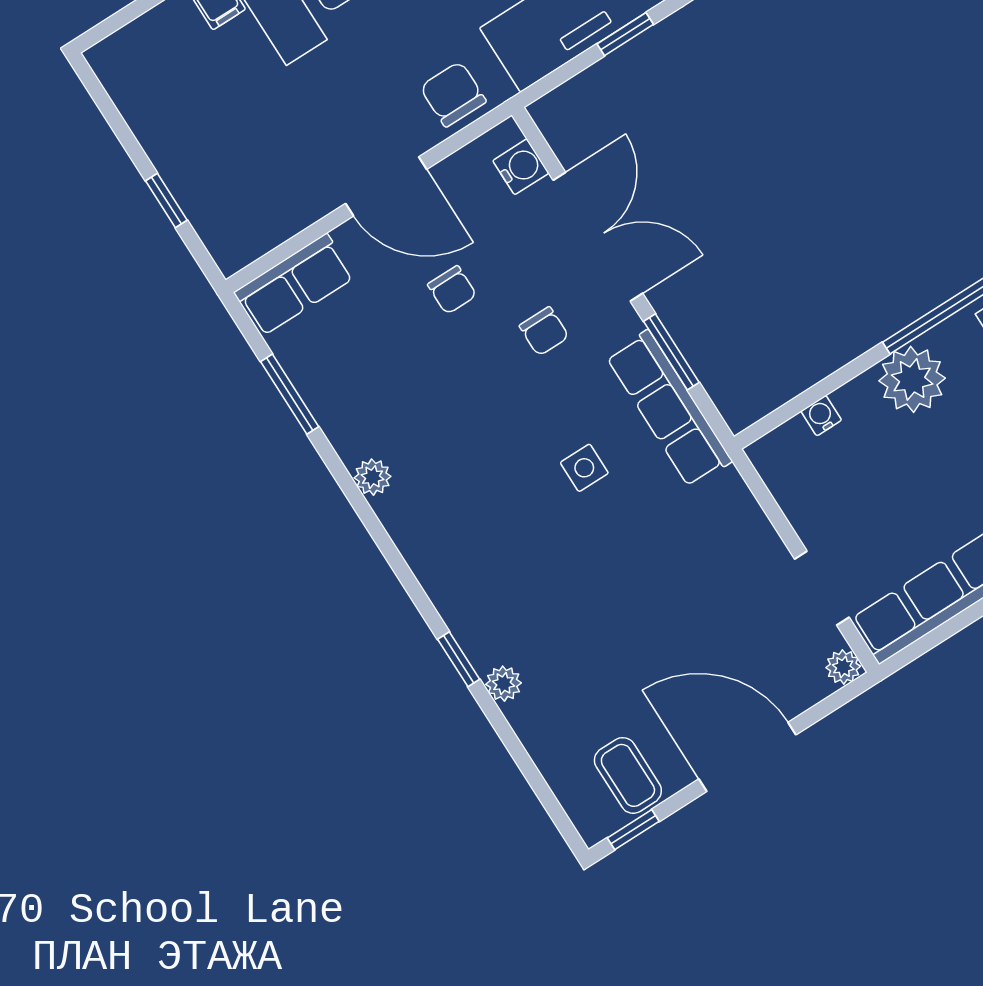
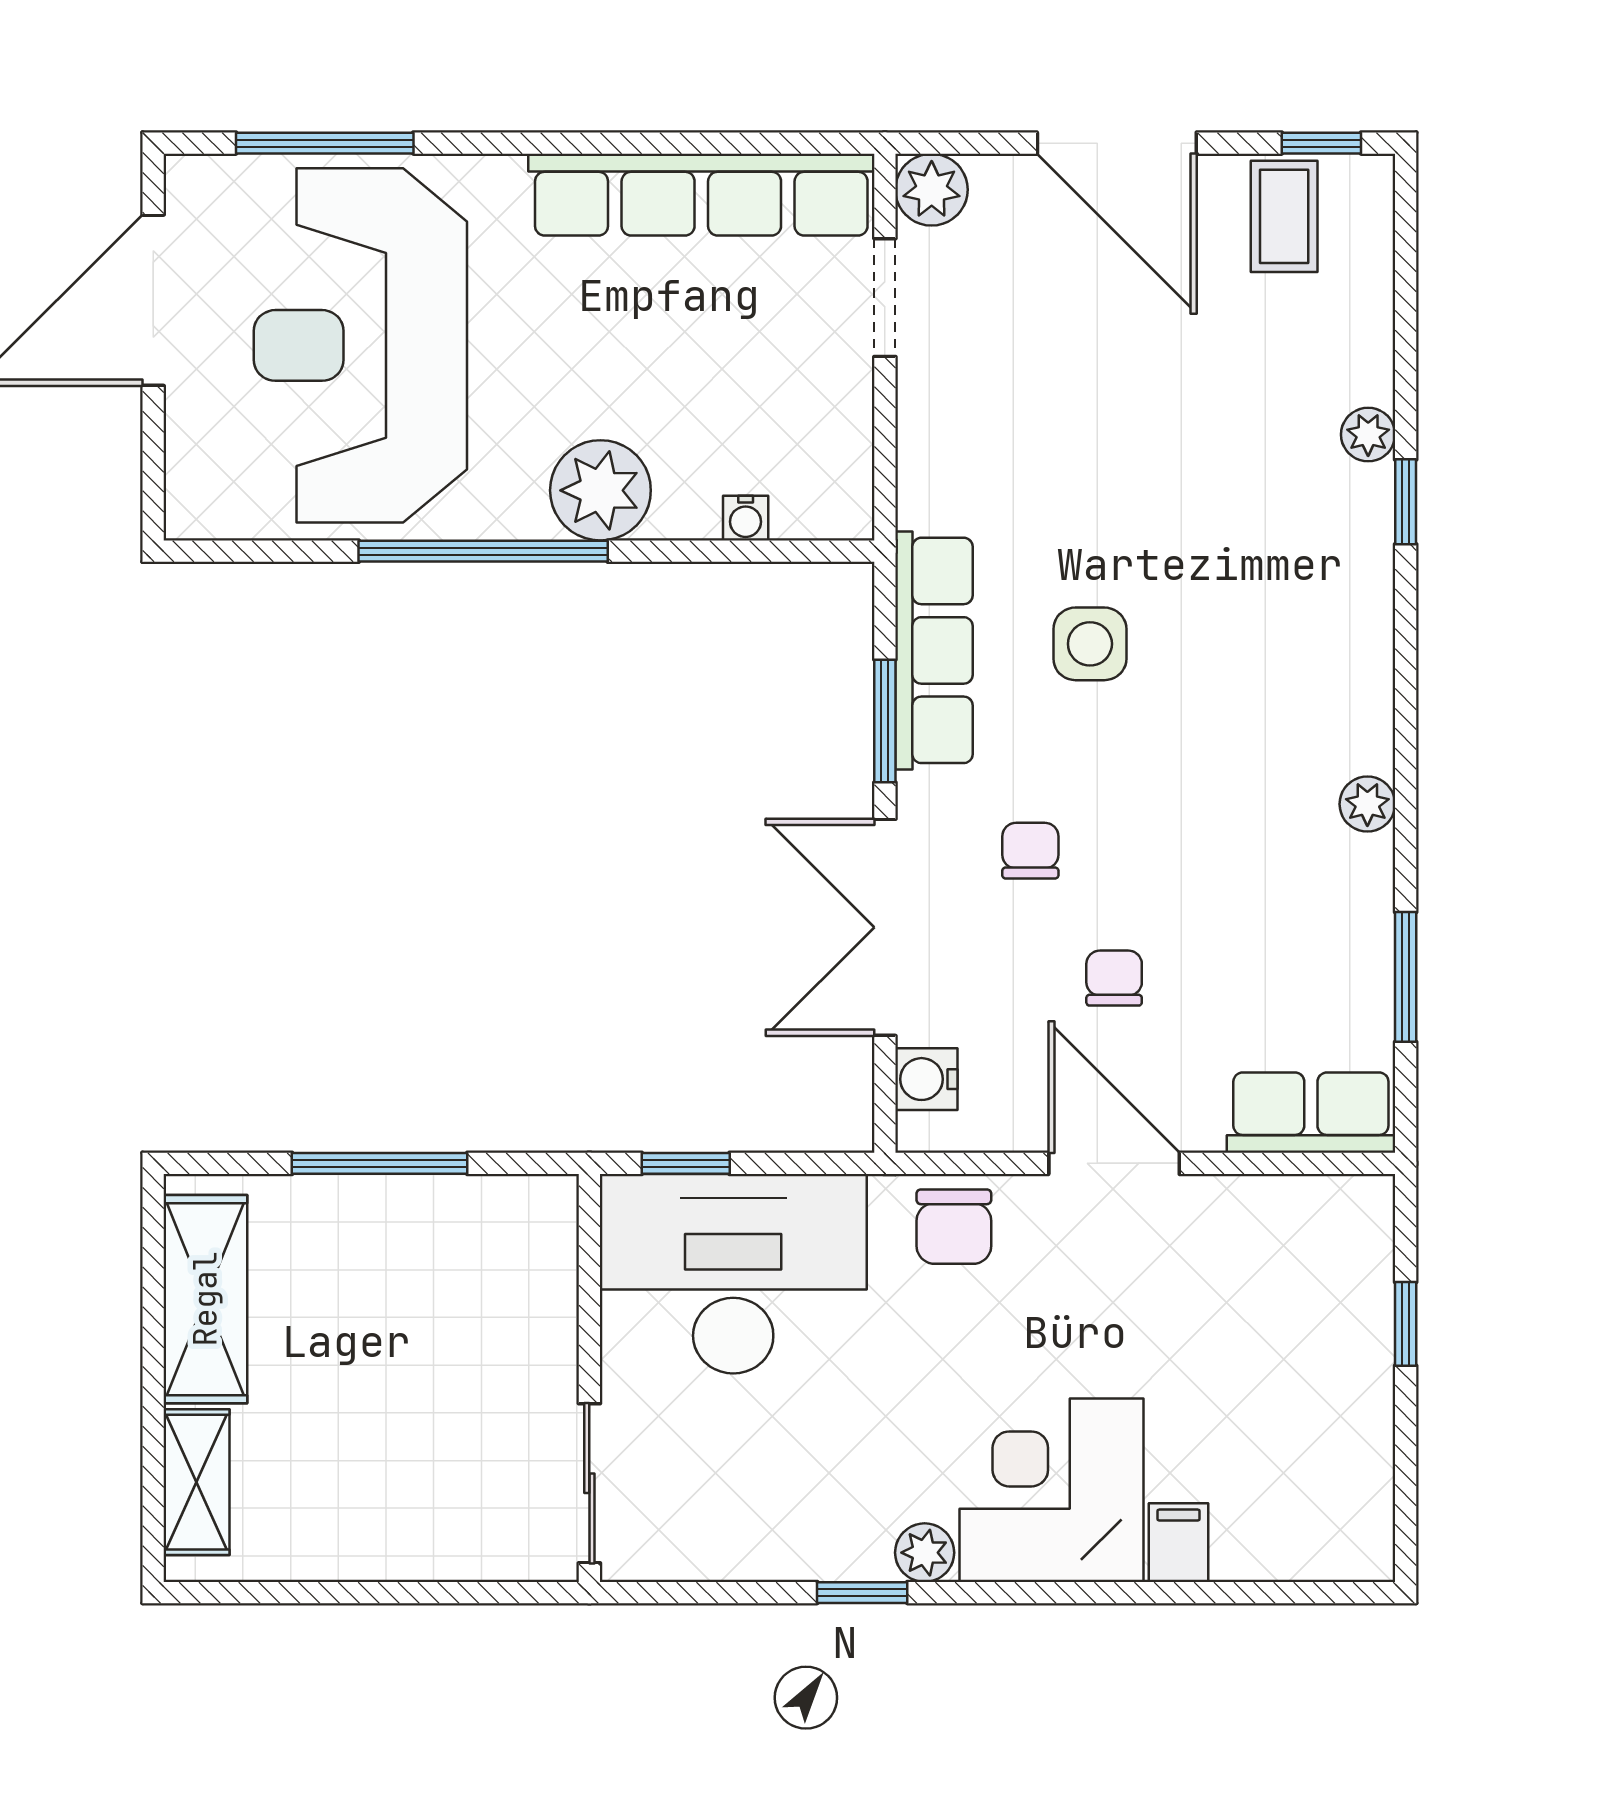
side table: (584, 468) -> (1090, 644), width x1.37, depth x1.37
plant: (843, 667) -> (932, 190), width x1.38, depth x1.38

